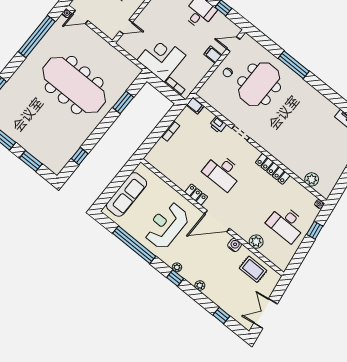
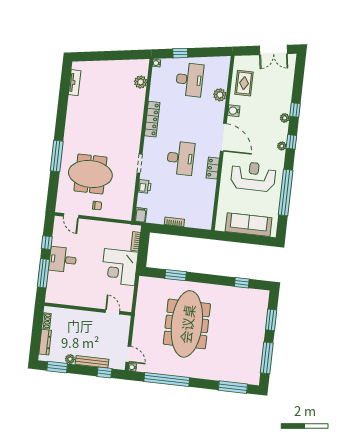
filing cabinet: (213, 55) -> (90, 227), removed
reception desk: (166, 225) -> (253, 176), turned 180
window: (221, 315) -> (295, 110), moved

